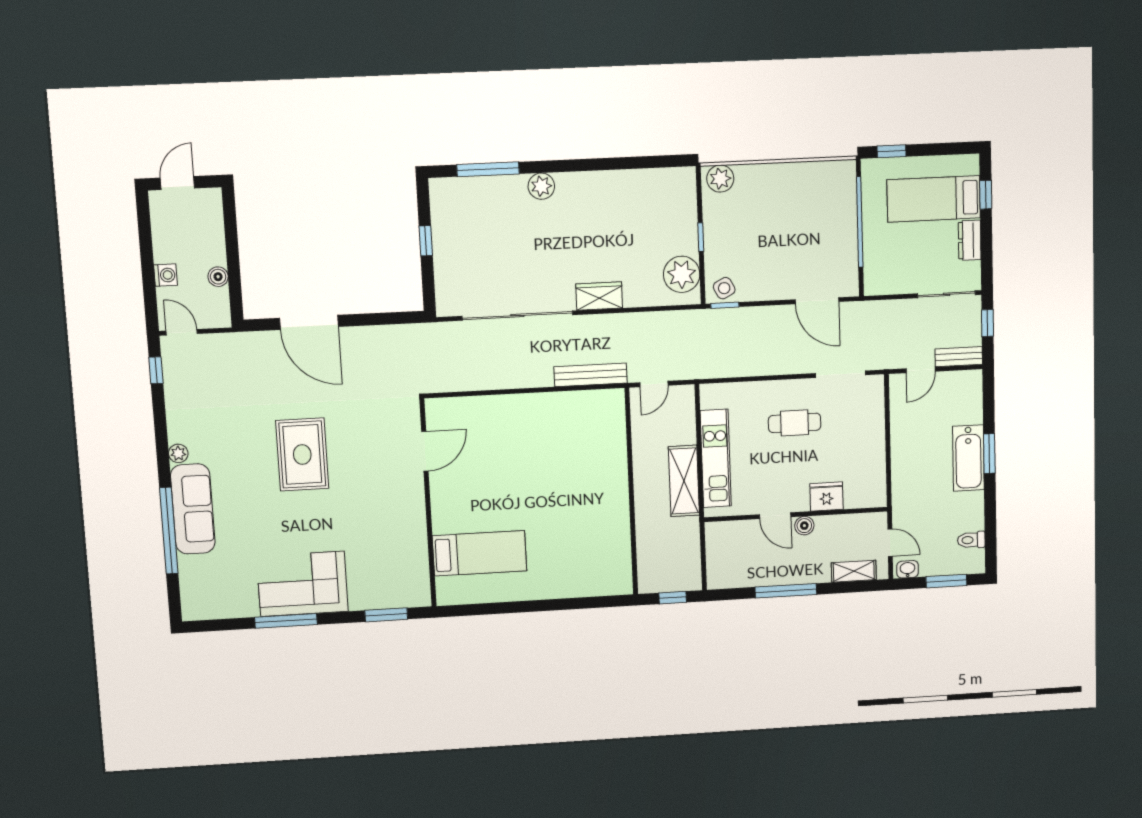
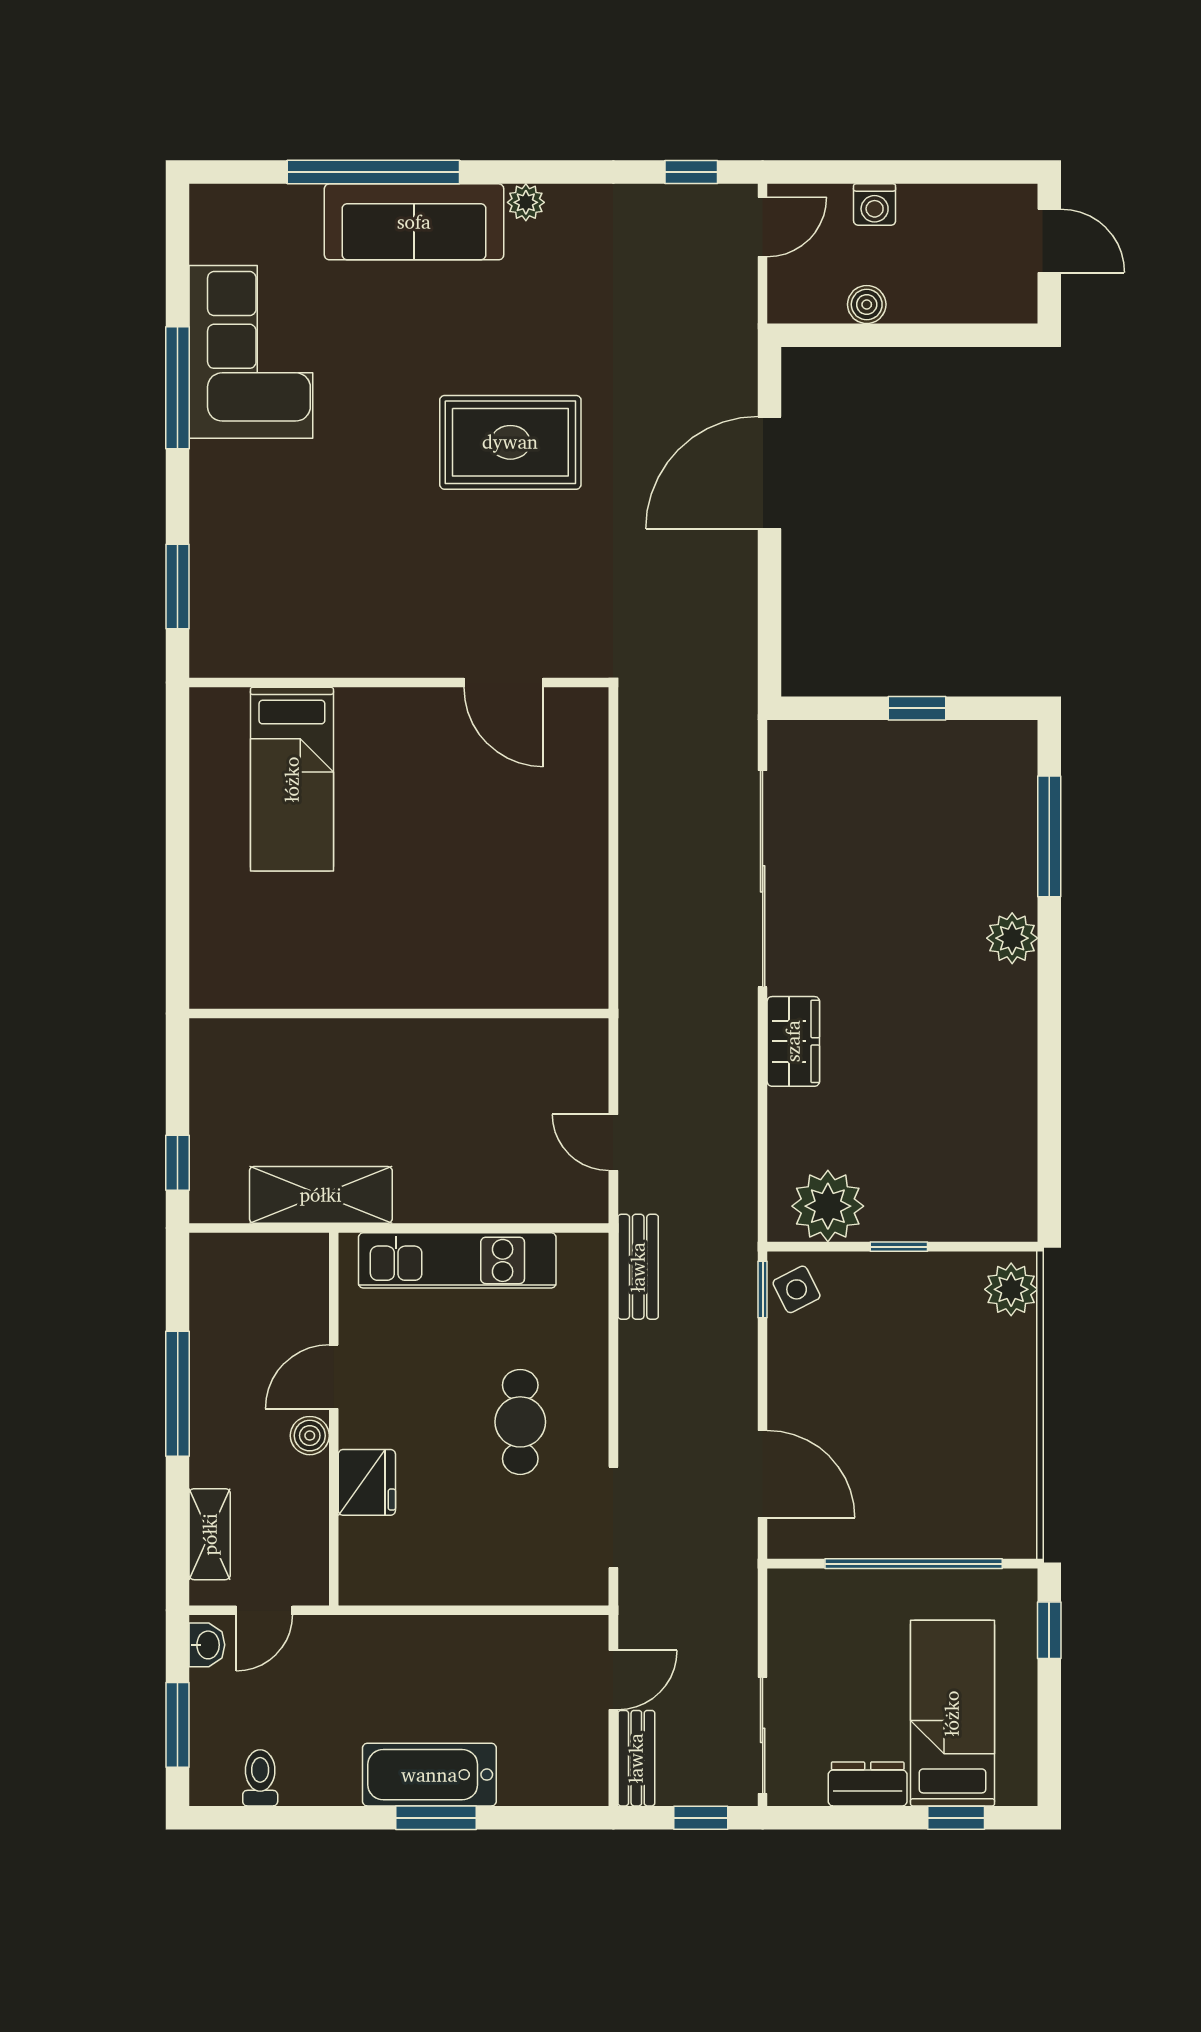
door: (817, 301) -> (763, 1474), swing flipped
door: (921, 370) -> (613, 1680), swing flipped
bench: (591, 375) -> (638, 1267), moved, width x0.73
shelving: (684, 481) -> (321, 1195), moved
wall: (631, 492) -> (399, 1014), moved
corner sofa: (302, 584) -> (251, 352), moved

